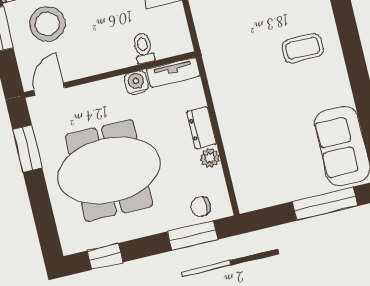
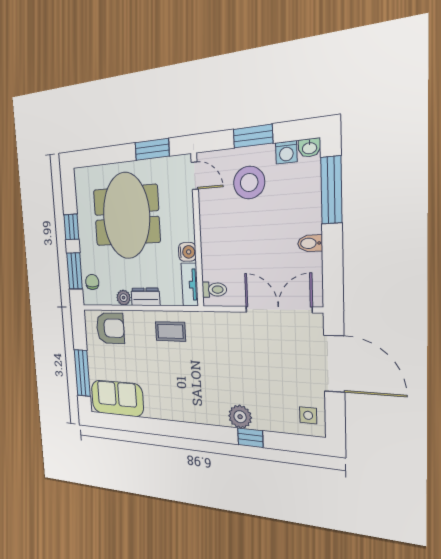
toilet: (143, 48) -> (214, 290), moved
coffee table: (303, 48) -> (170, 331), moved, turned 90
armchair: (253, 171) -> (110, 328), added
window: (105, 256) -> (71, 227), moved

